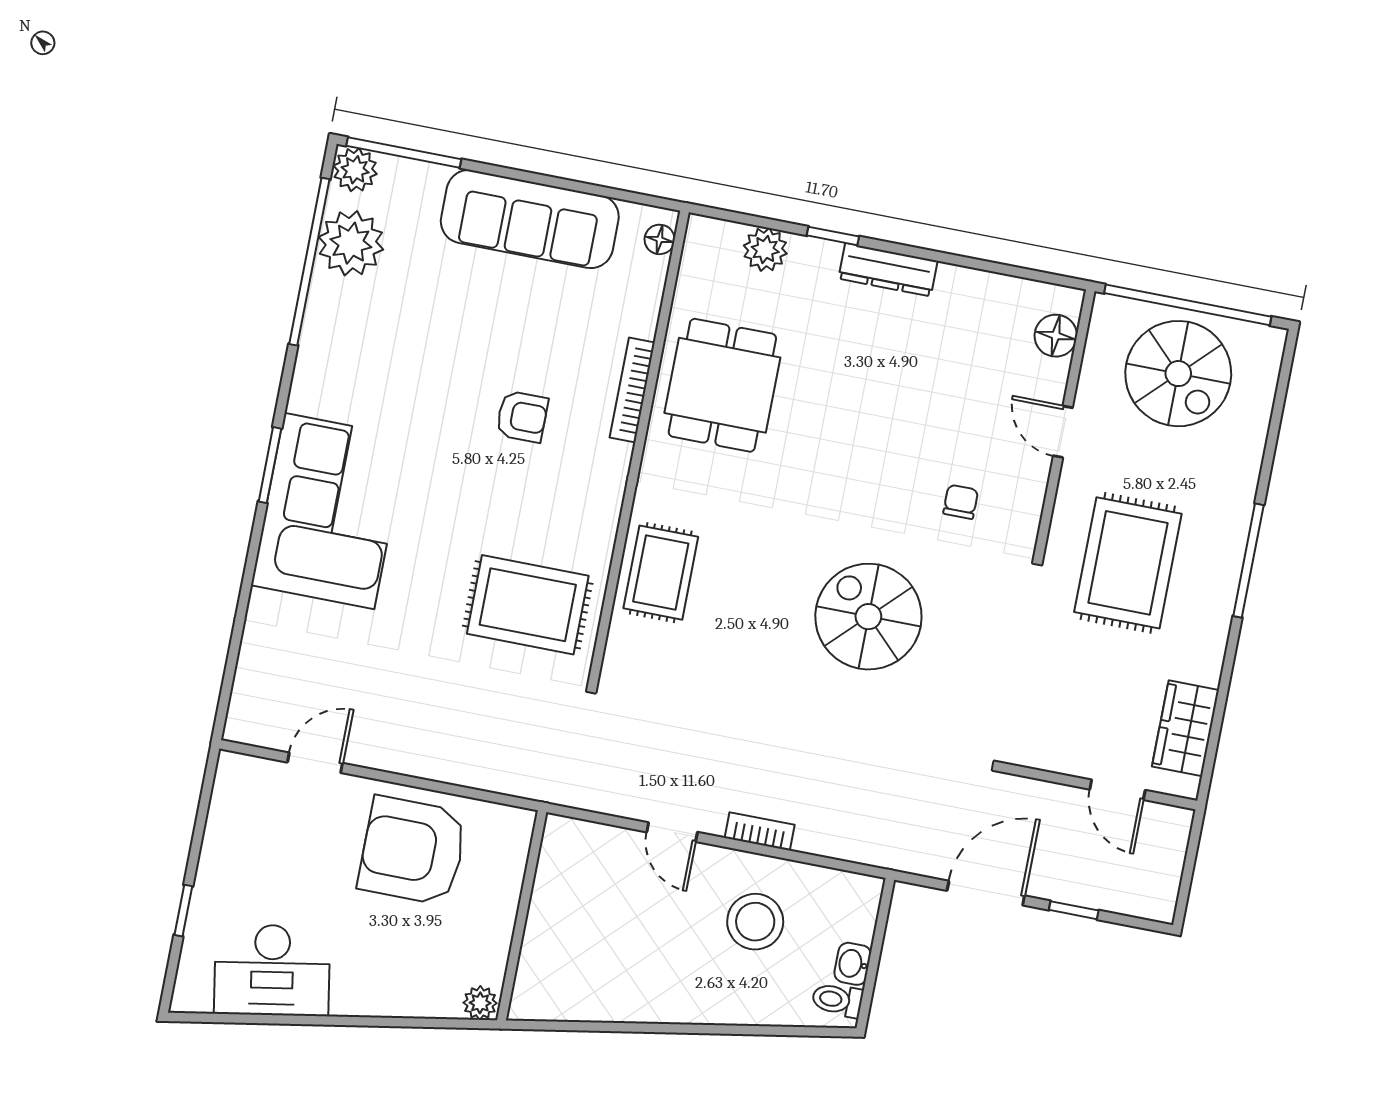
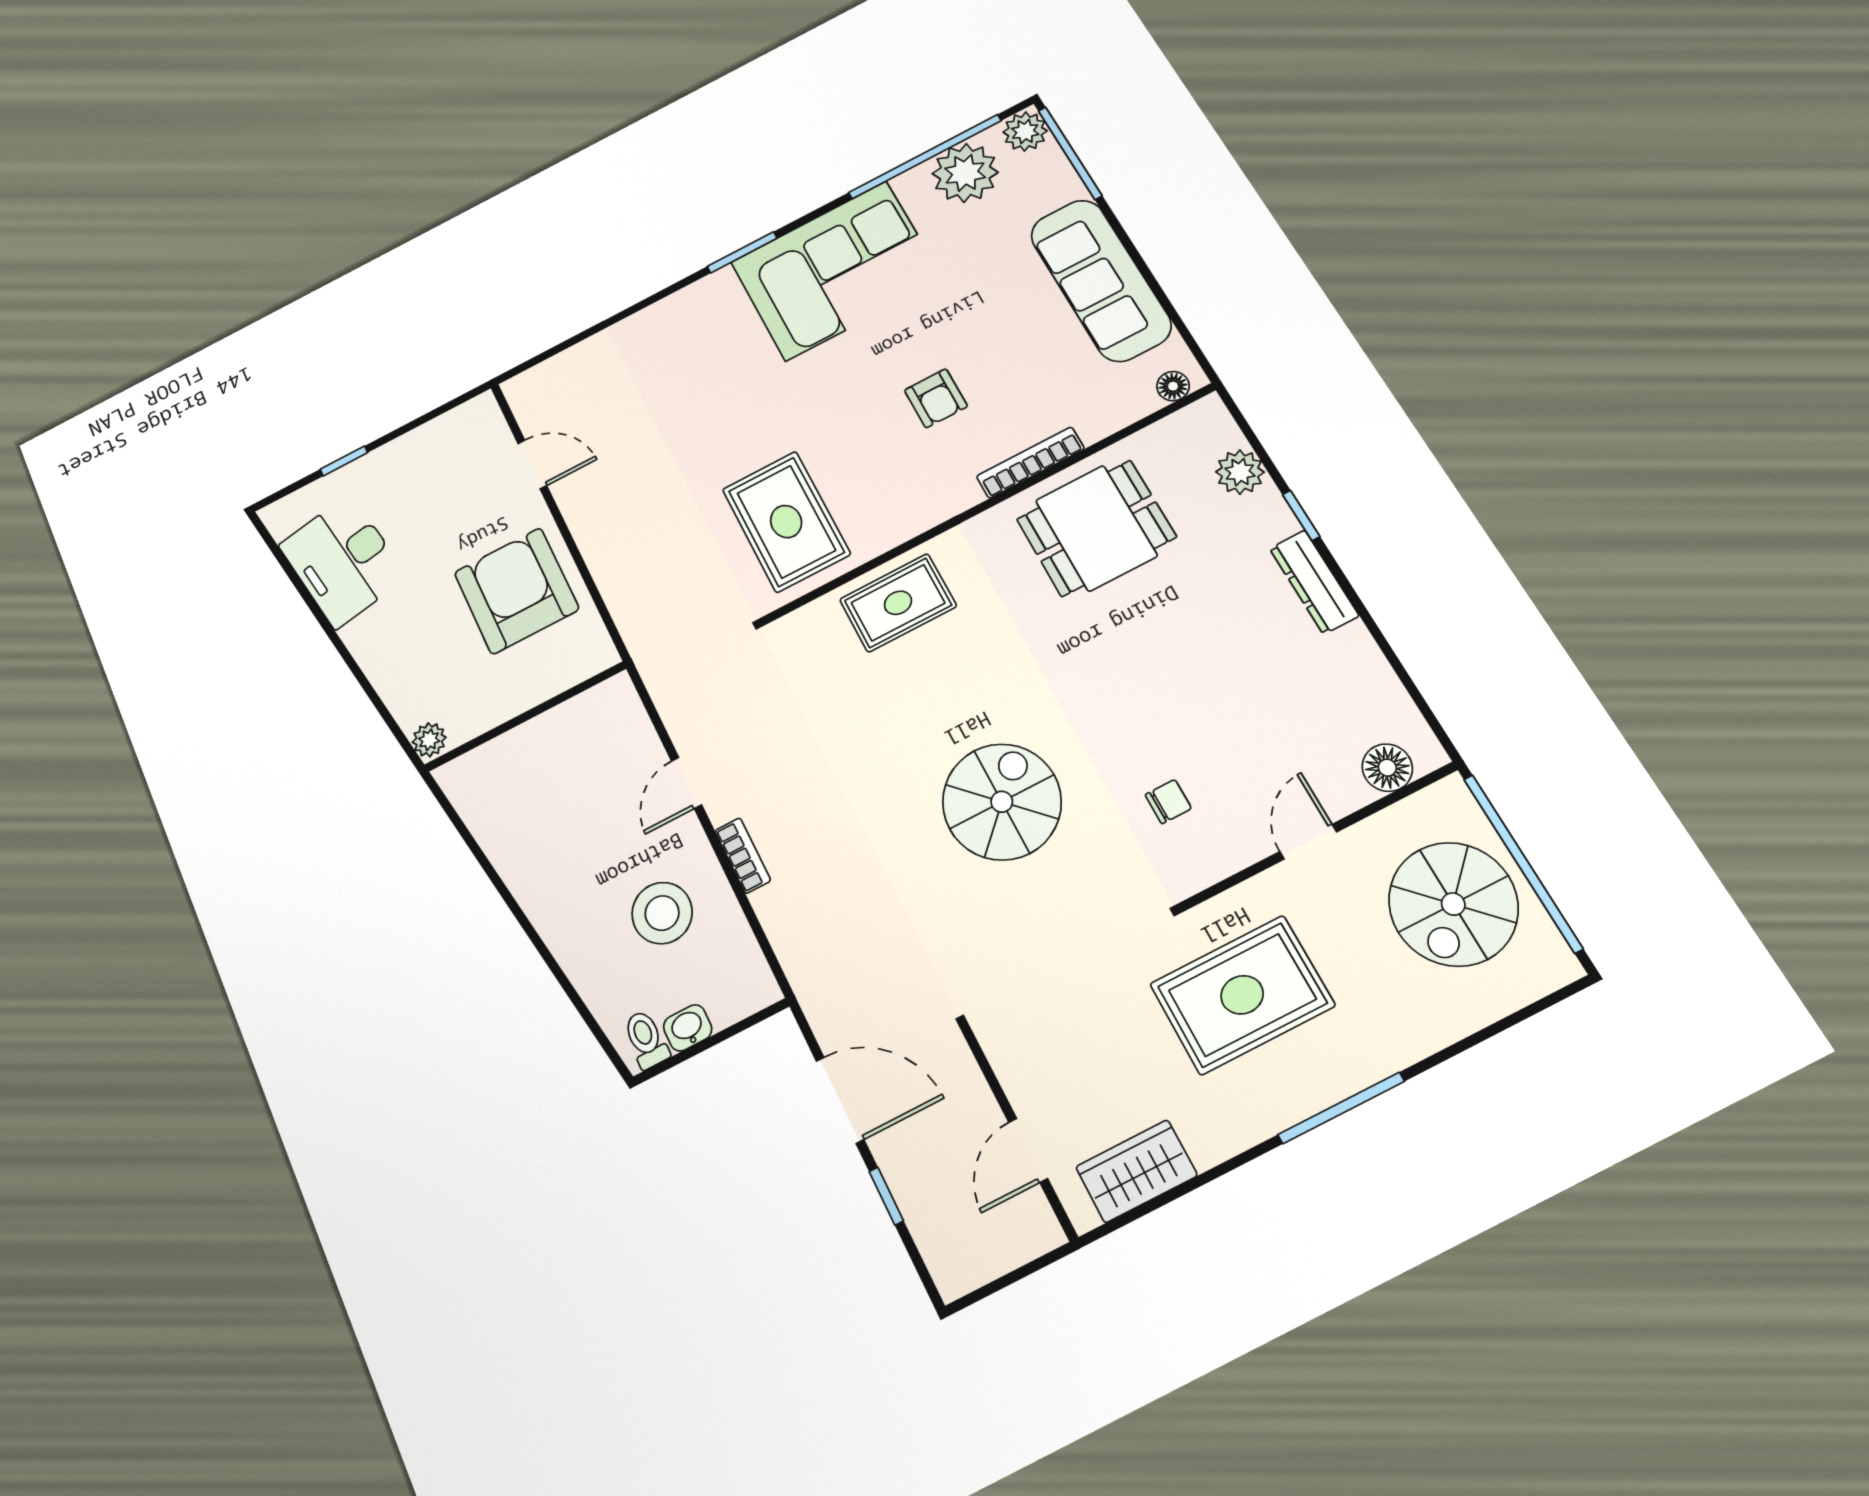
corner sofa: (329, 511) -> (836, 271), moved

